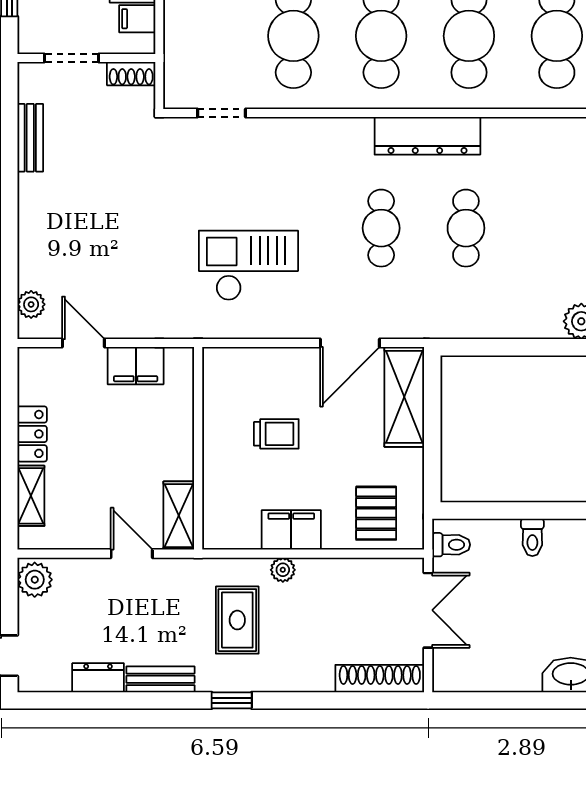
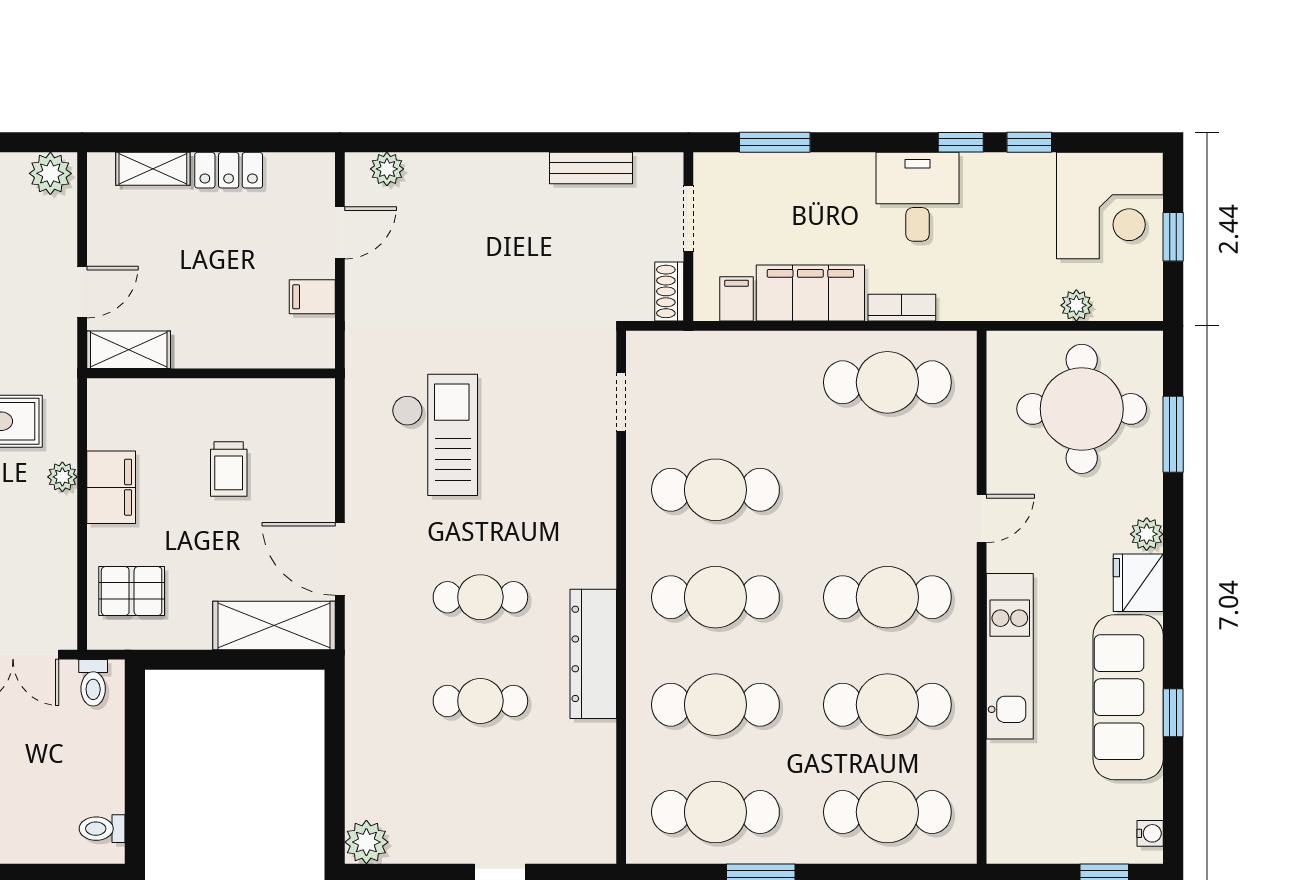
filing cabinet: (136, 366) -> (312, 297), width x0.50
toilet: (532, 537) -> (102, 829), moved

